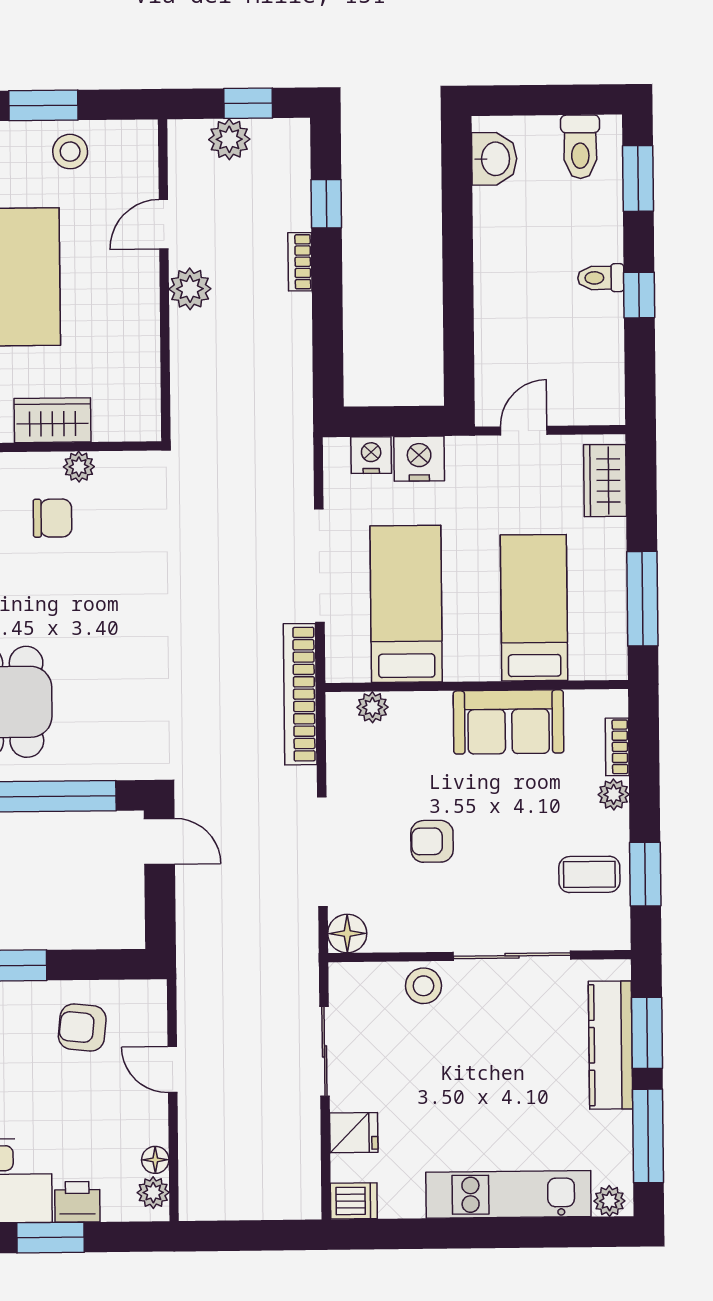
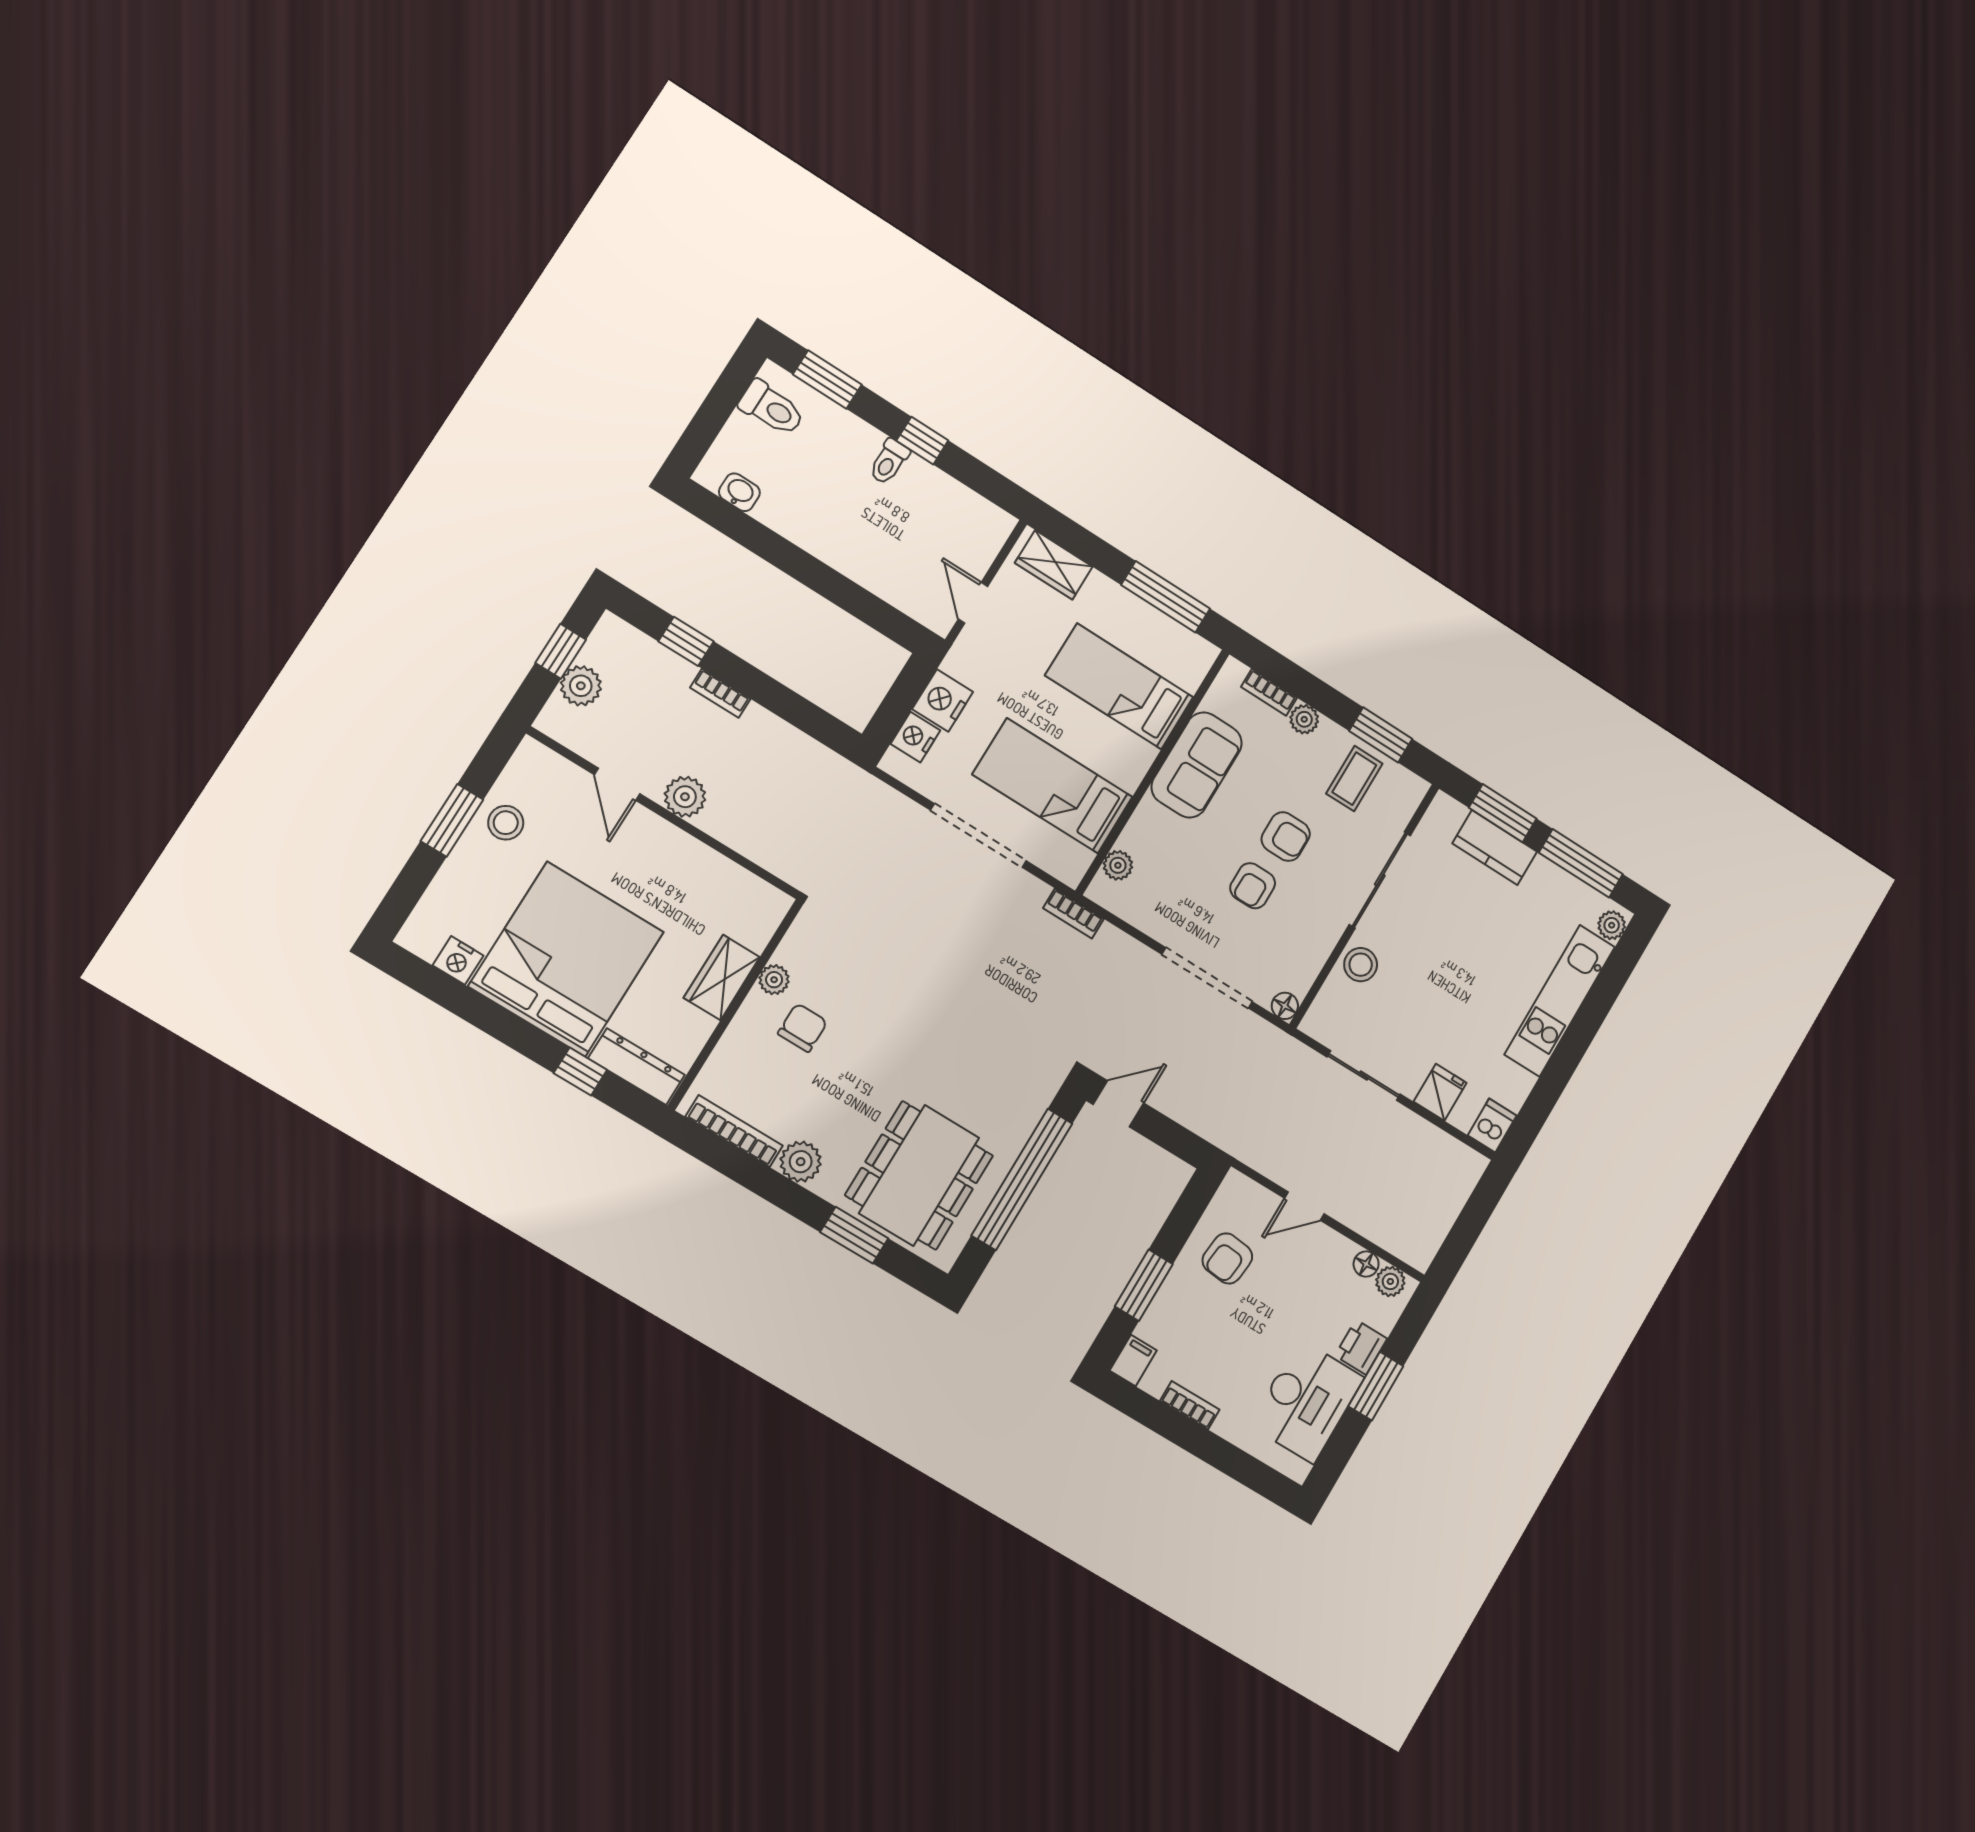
washbasin: (494, 159) -> (739, 492), width x0.72, depth x0.69
bookcase: (300, 694) -> (1073, 913), width x0.43, depth x0.76
armchair: (496, 844) -> (1286, 837), added
floor lamp: (347, 933) -> (1285, 1006), width x0.73, depth x0.73
kitchen counter: (610, 1045) -> (1495, 847), width x0.67

